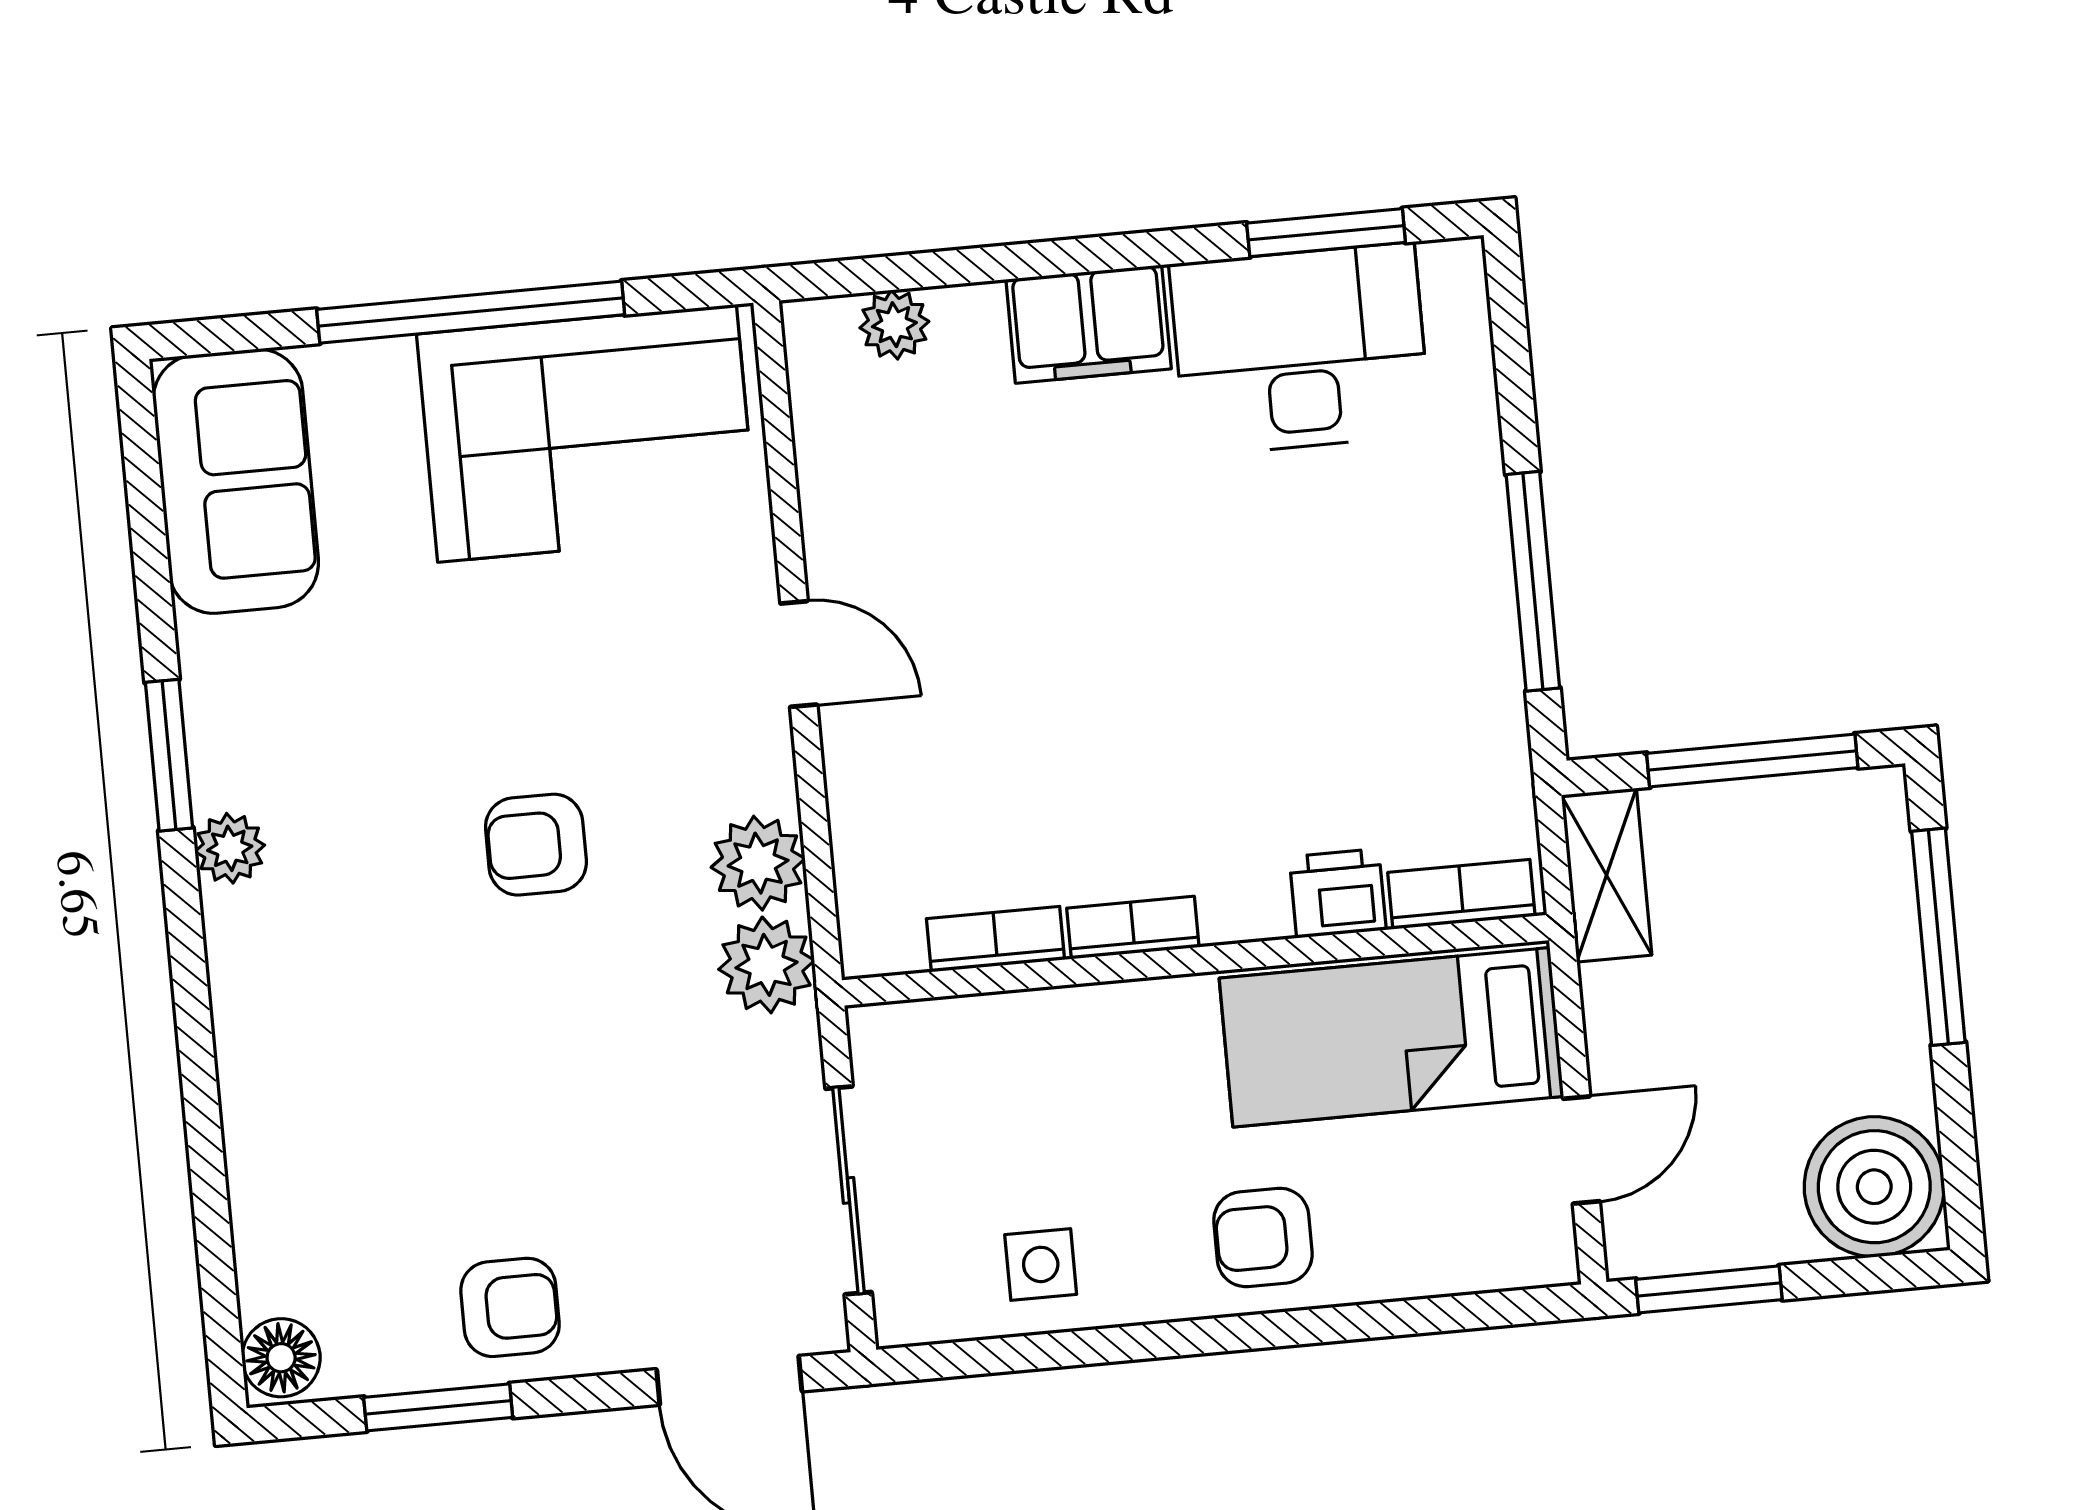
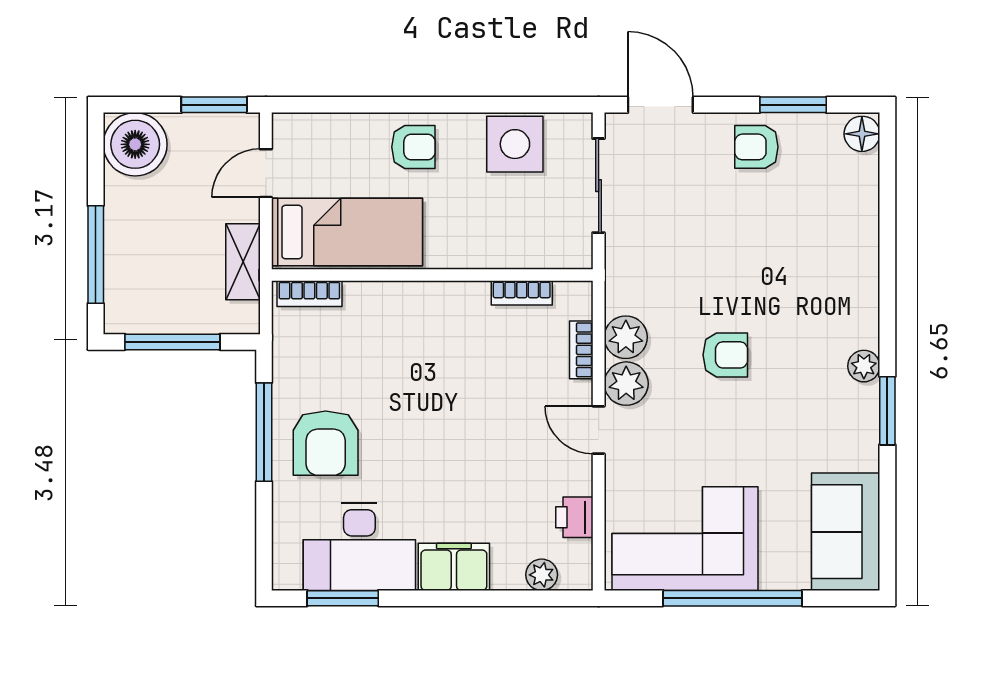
armchair: (1395, 569) -> (326, 443), added
shelving: (1607, 875) -> (243, 262), moved
printer: (1338, 893) -> (574, 517), moved, turned 90
bookcase: (1133, 928) -> (581, 350), moved, turned 90
plant: (767, 965) -> (626, 384), moved
side table: (1041, 1264) -> (515, 144), width x1.87, depth x1.87

